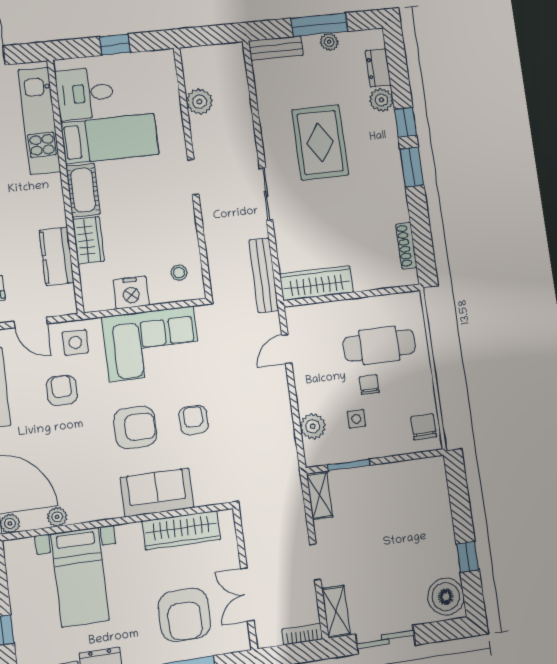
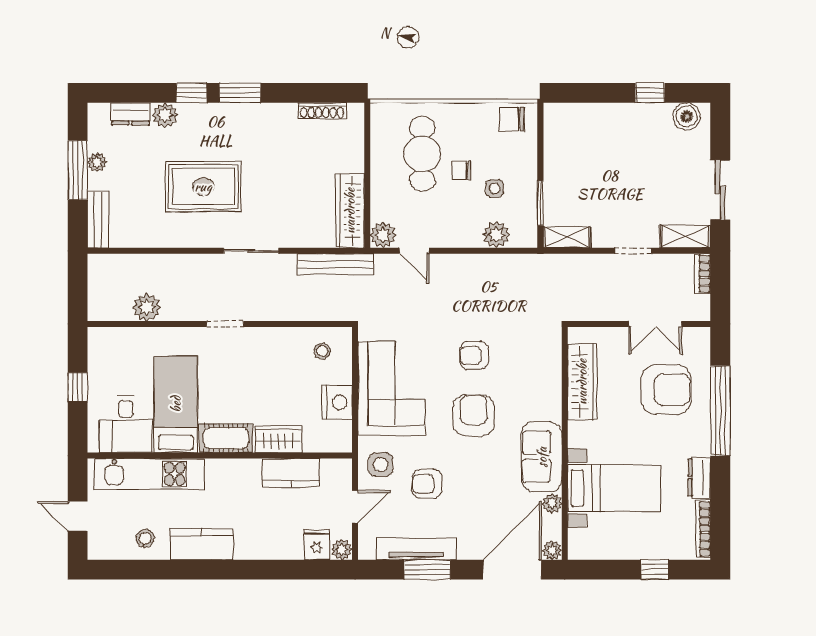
plant: (298, 317) -> (383, 235), added
sofa: (157, 493) -> (542, 457), moved
boiler: (446, 597) -> (687, 116), width x0.73, depth x0.73

